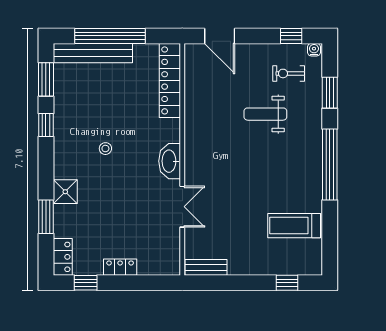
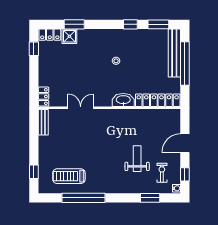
door: (220, 36) -> (185, 143), moved
washbasin: (170, 161) -> (123, 100), moved
window: (330, 165) -> (83, 198), moved
shower: (65, 192) -> (69, 36), moved
double door: (182, 207) -> (81, 108), swing flipped
treadmill: (294, 226) -> (69, 176), turned -90
locker: (120, 267) -> (44, 97), moved

